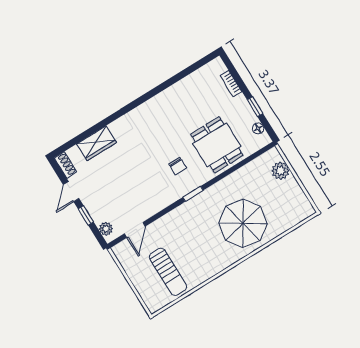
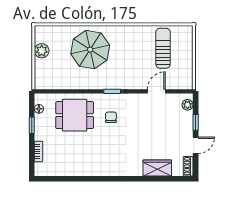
dining table: (217, 145) -> (75, 115), turned 90
plant: (280, 171) -> (42, 51), moved
door: (135, 230) -> (156, 91), moved

